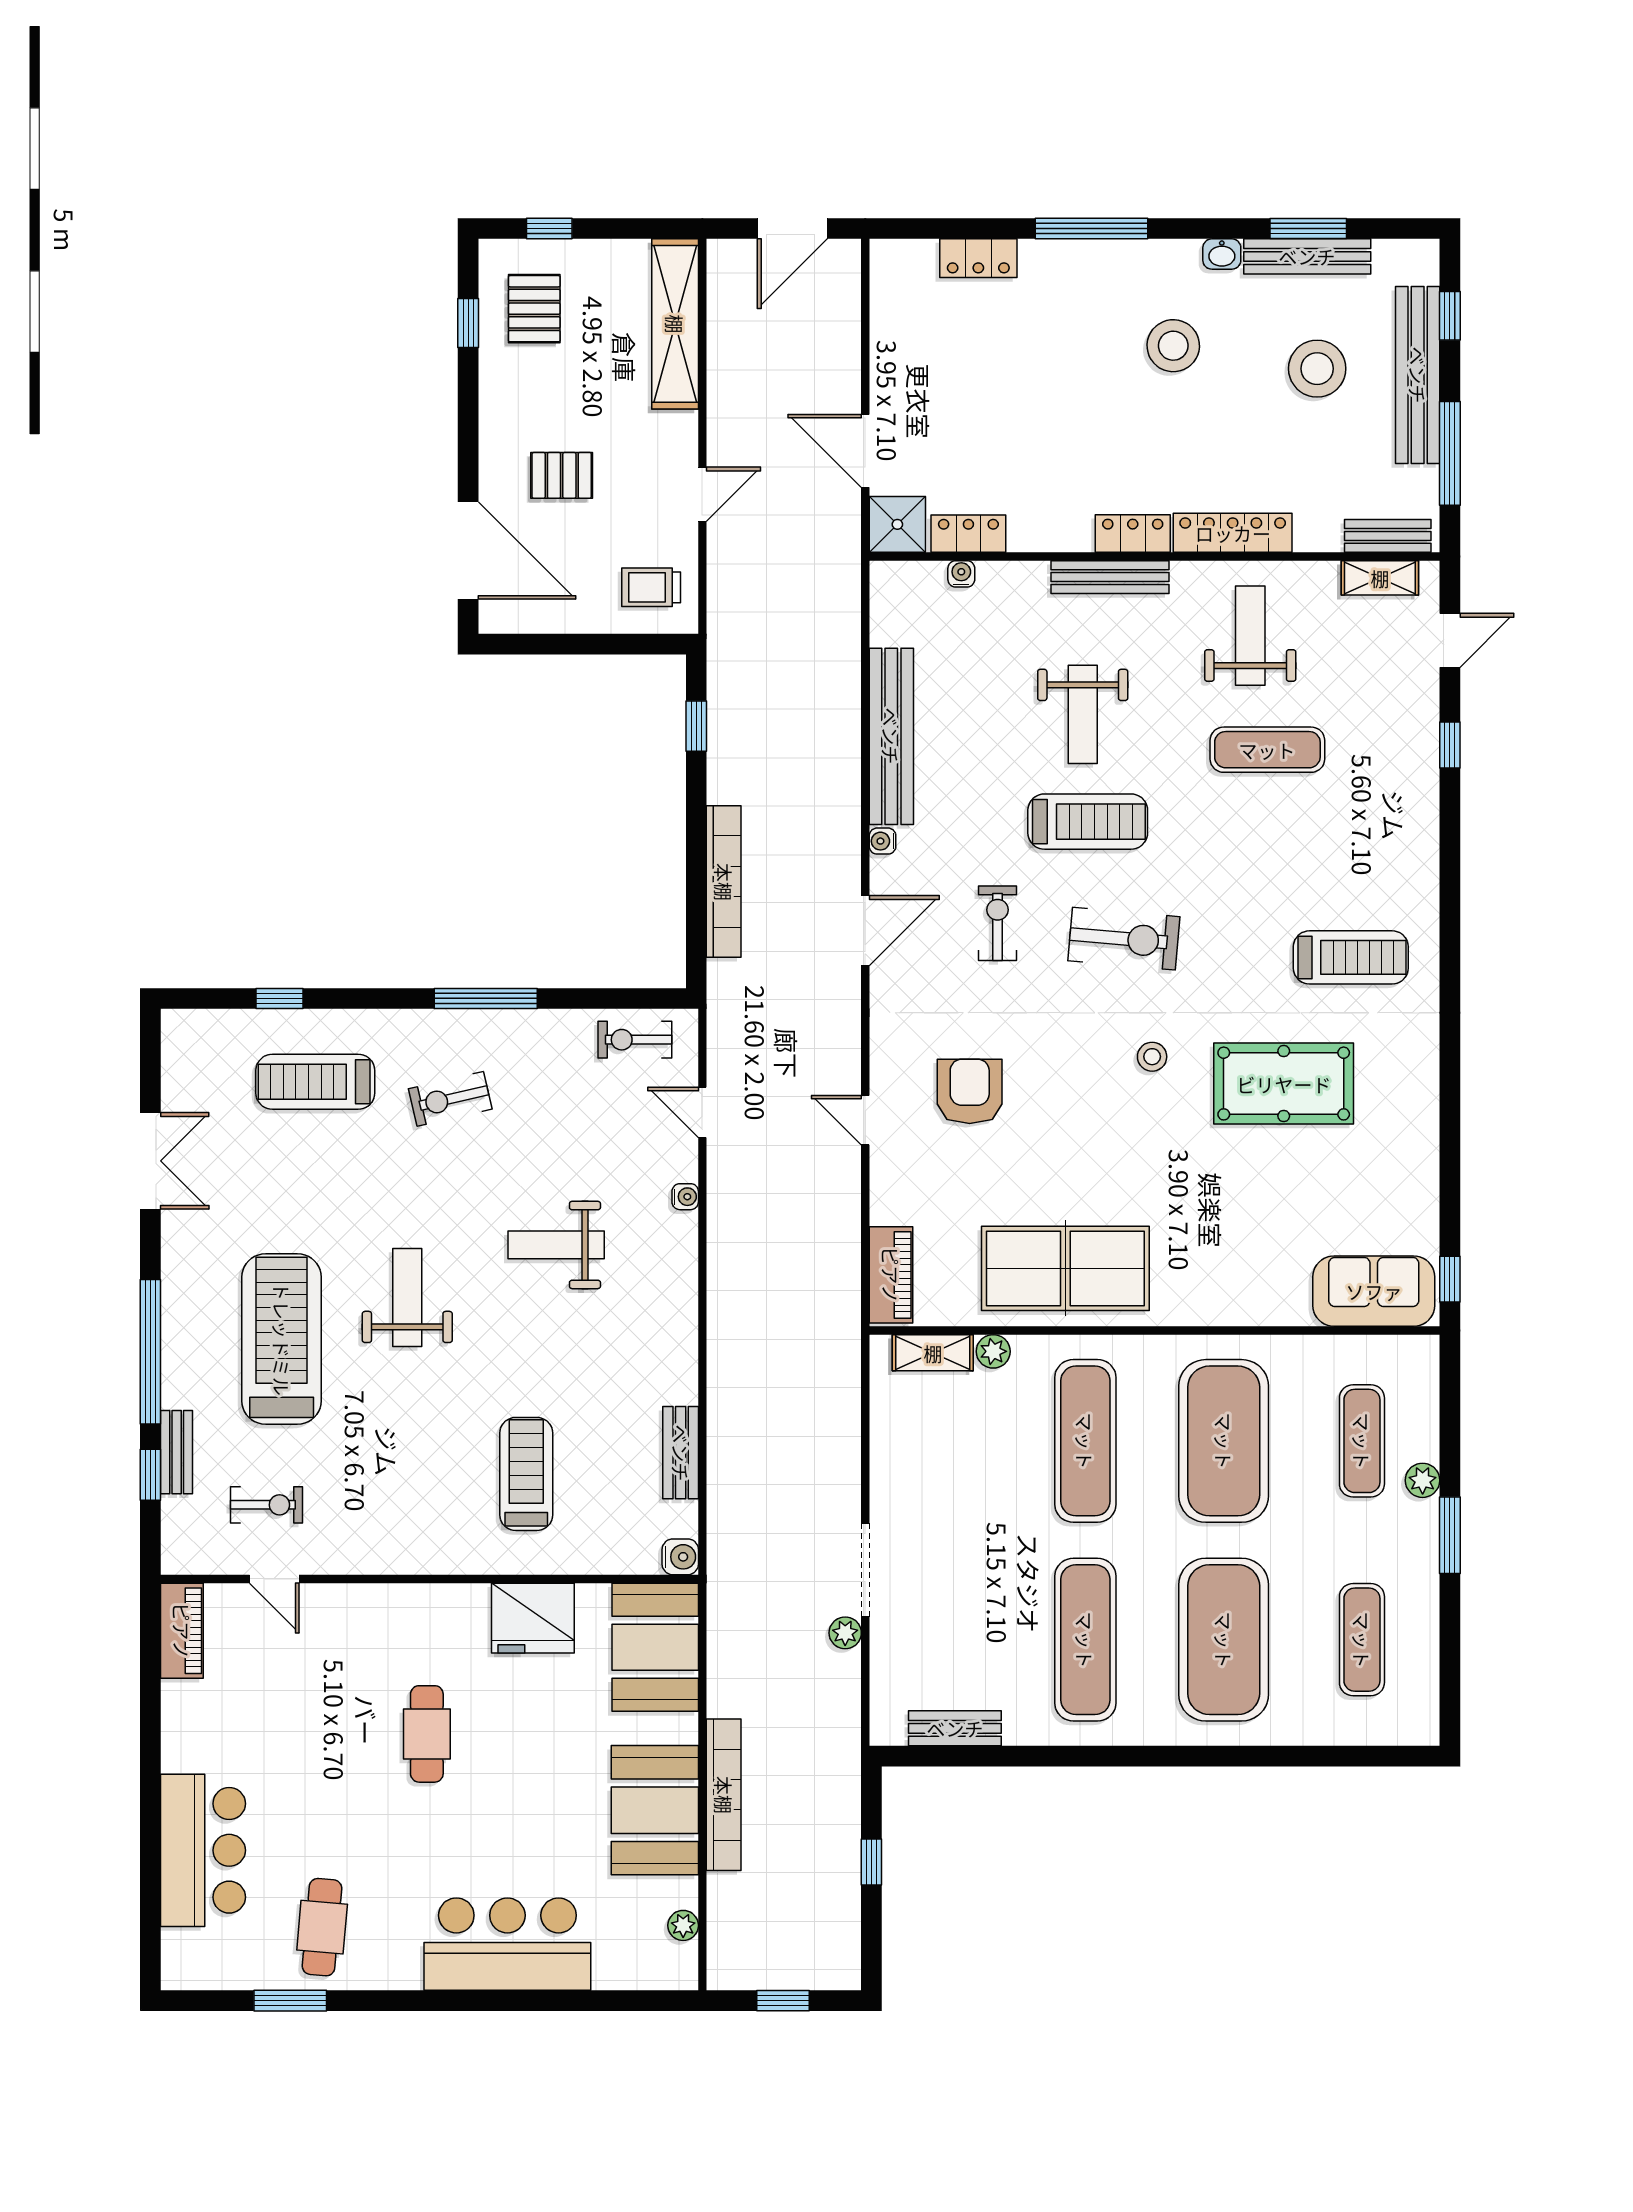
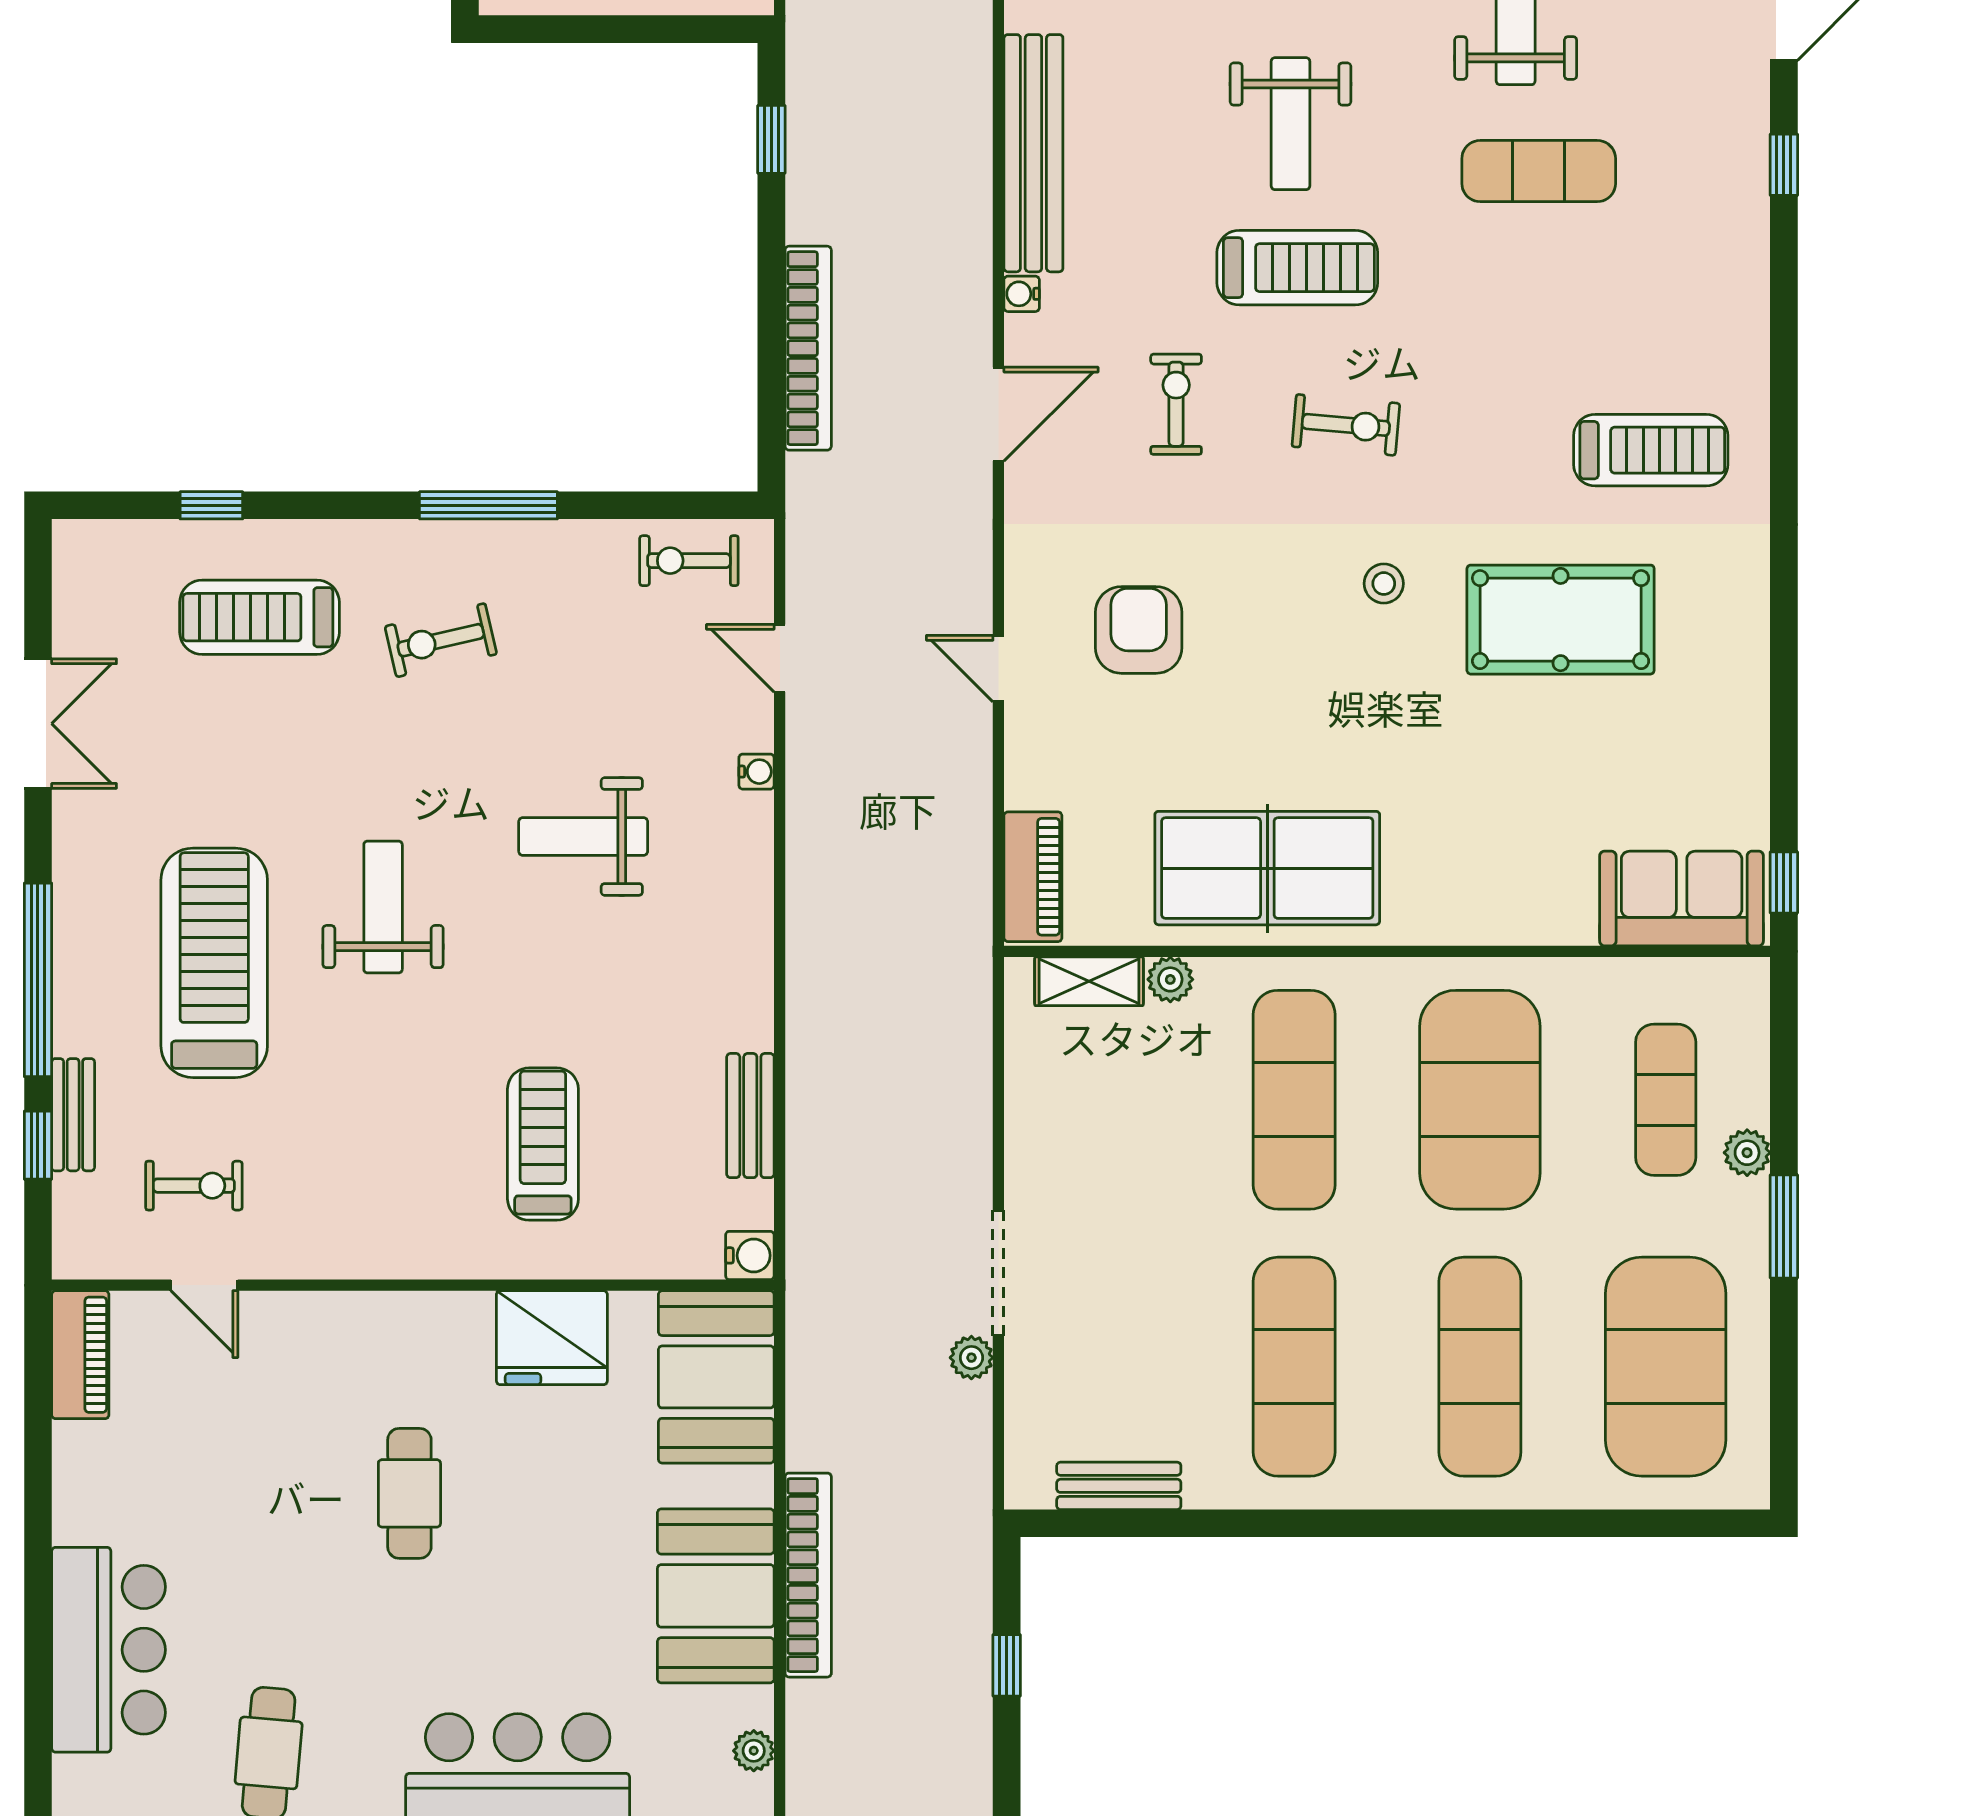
exercise bike: (1124, 939) -> (1346, 425), width x0.73, depth x0.72
exercise mat: (1224, 1640) -> (1480, 1367), width x0.68
exercise mat: (1362, 1640) -> (1666, 1367), width x2.00, depth x1.45

